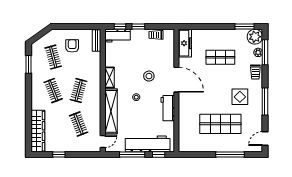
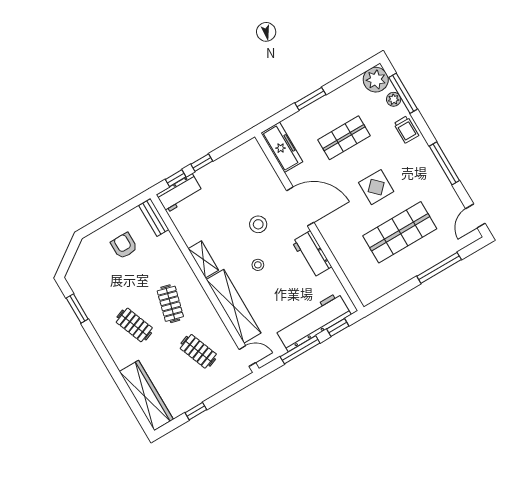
window: (245, 27) -> (310, 99), moved
trolley: (156, 35) -> (234, 160), removed
clothes rail: (53, 57) -> (106, 277), removed
display table: (240, 97) -> (376, 187), moved
door: (103, 142) -> (247, 356), hinge flipped

